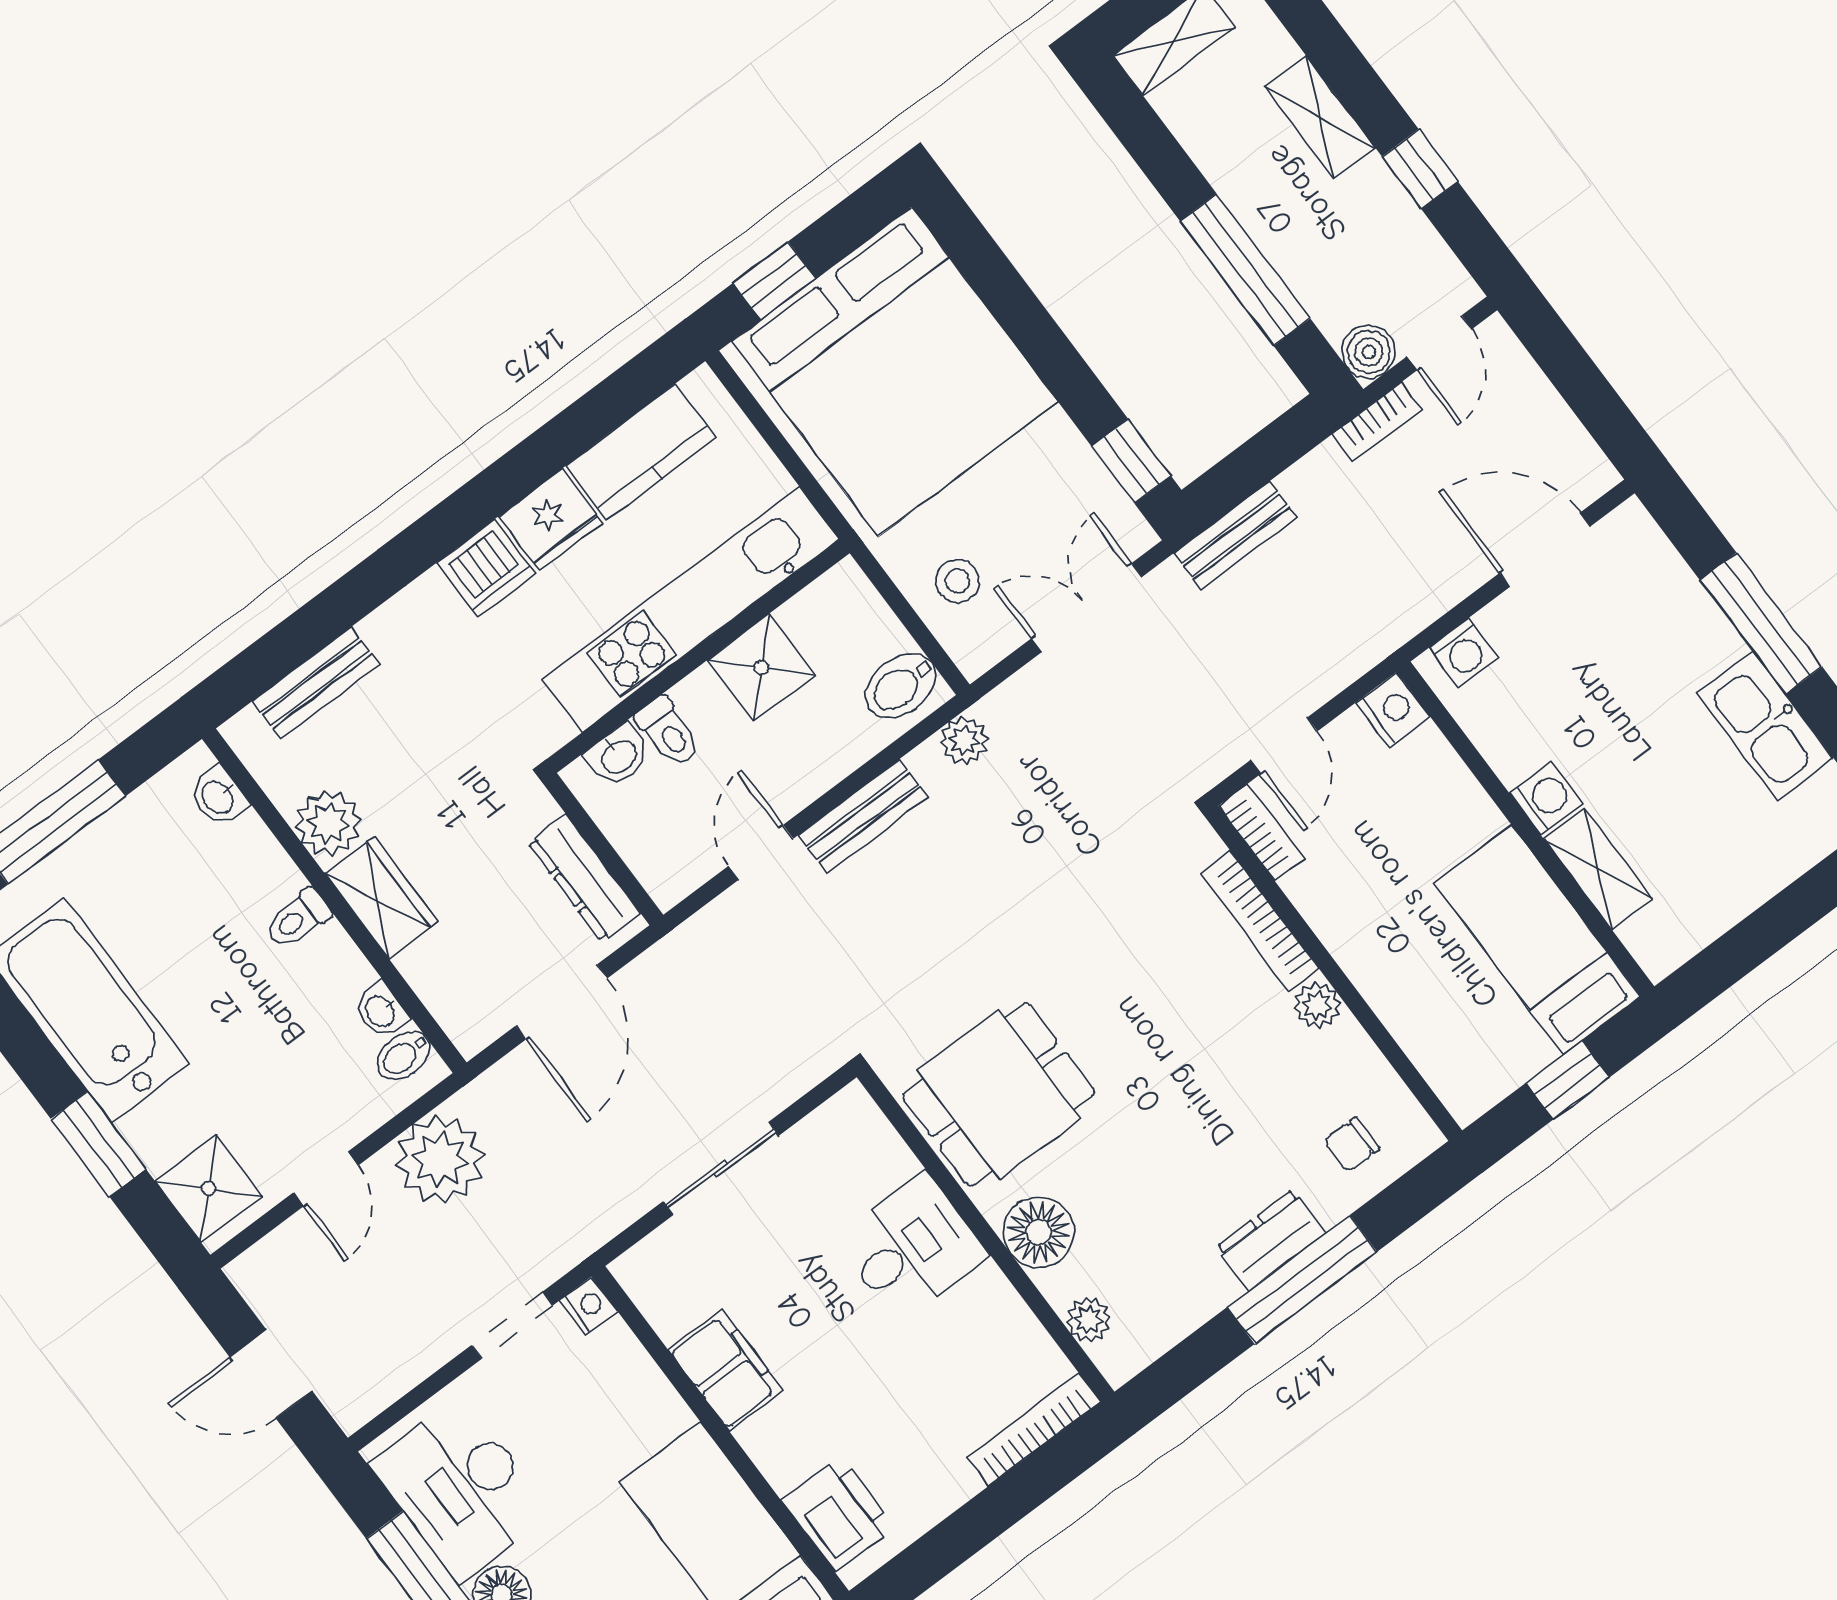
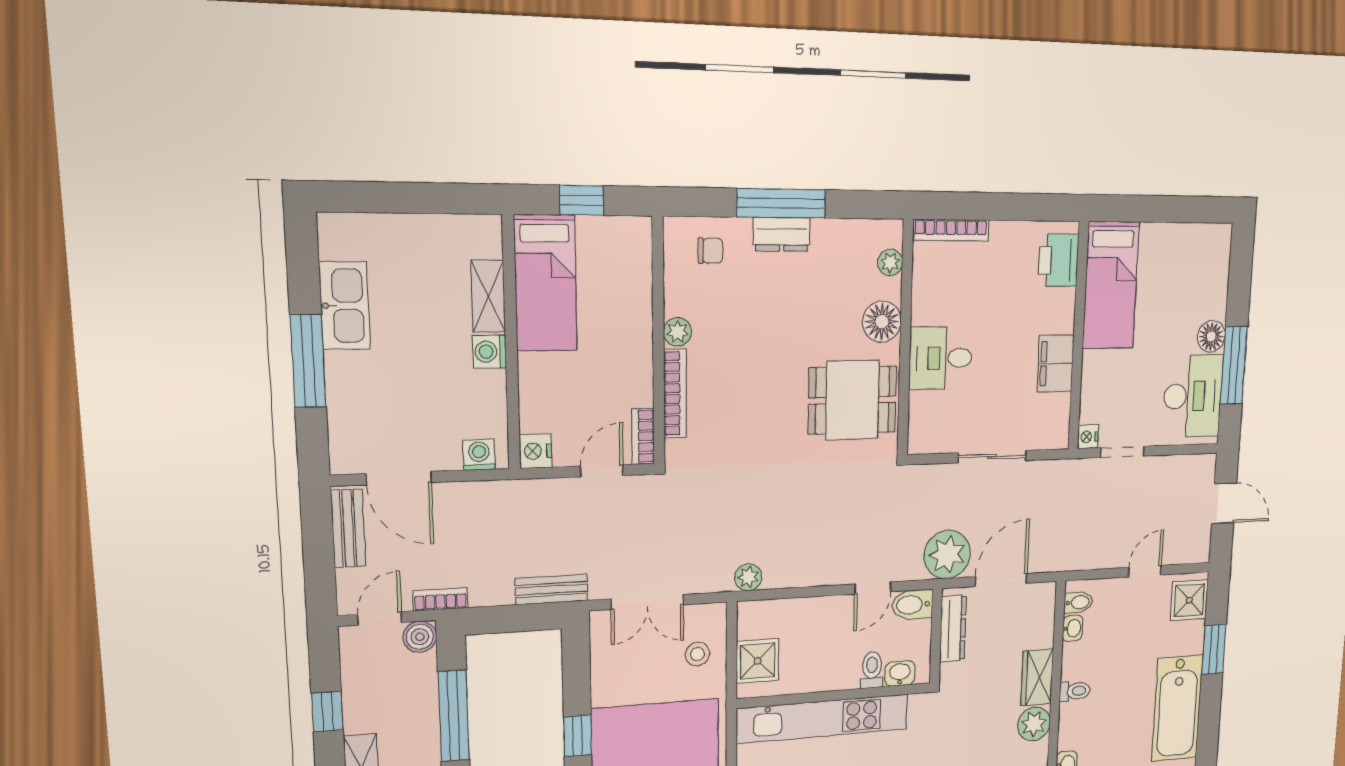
window: (1131, 461) -> (578, 736), moved
shower: (761, 667) -> (758, 661), moved
bidet: (901, 686) -> (912, 605), moved, turned 180
bench: (863, 816) -> (348, 528), moved, turned 90
plant: (440, 1160) -> (947, 555), moved

